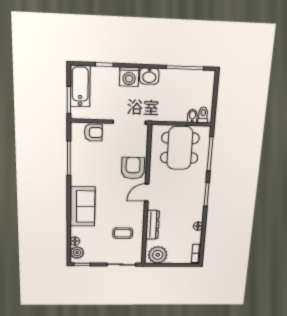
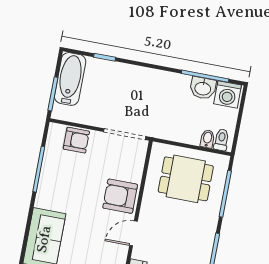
washbasin: (149, 76) -> (203, 88), moved
washing machine: (129, 77) -> (228, 94), moved
dining table: (180, 148) -> (186, 179), width x0.73
armchair: (133, 168) -> (120, 196), turned -90

